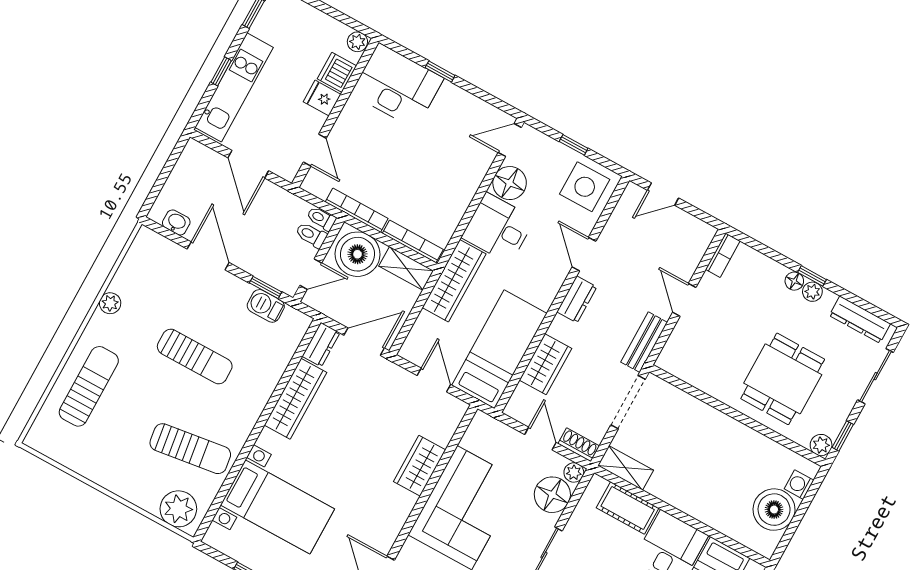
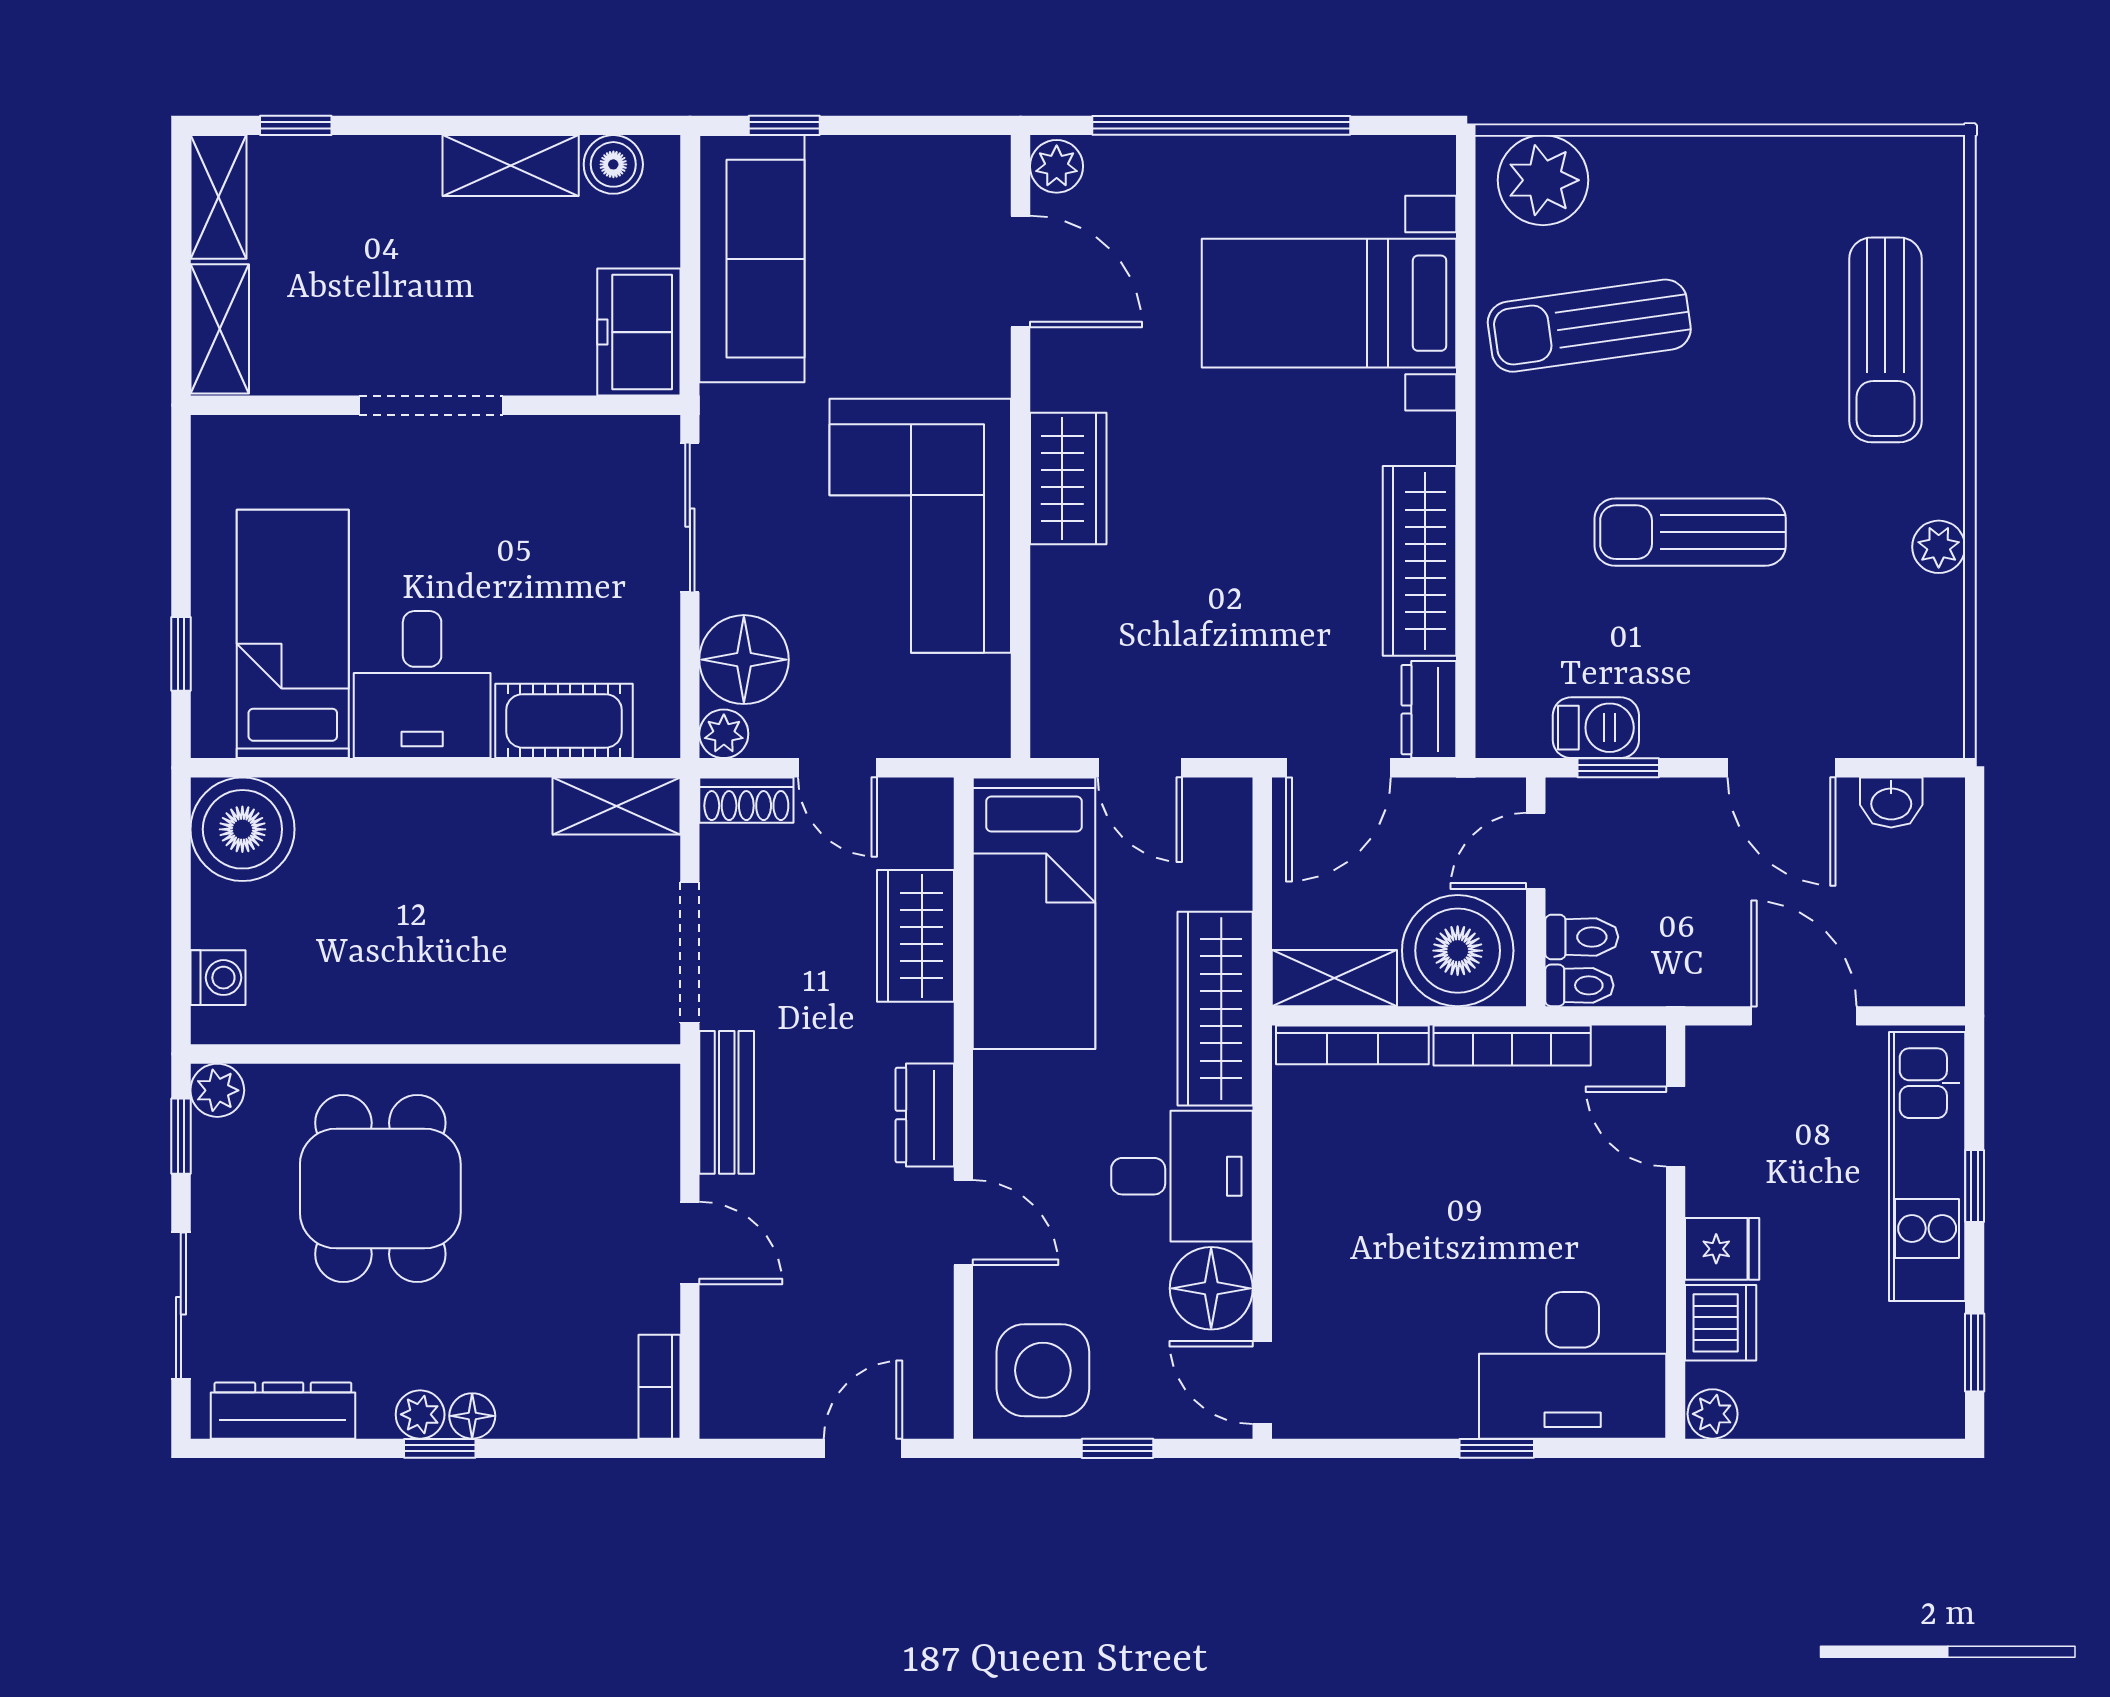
door: (510, 140) -> (1262, 1382), swing flipped
wardrobe: (420, 466) -> (1068, 478), moved
boiler: (774, 510) -> (242, 829), moved

